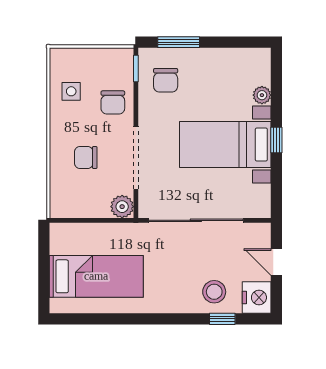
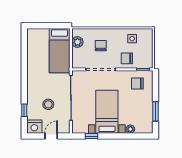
window: (179, 42) -> (155, 111), moved
window: (276, 140) -> (91, 136), moved
plant: (122, 207) -> (77, 42), moved
bed: (96, 276) -> (59, 51), moved
stool: (214, 292) -> (48, 104), moved

